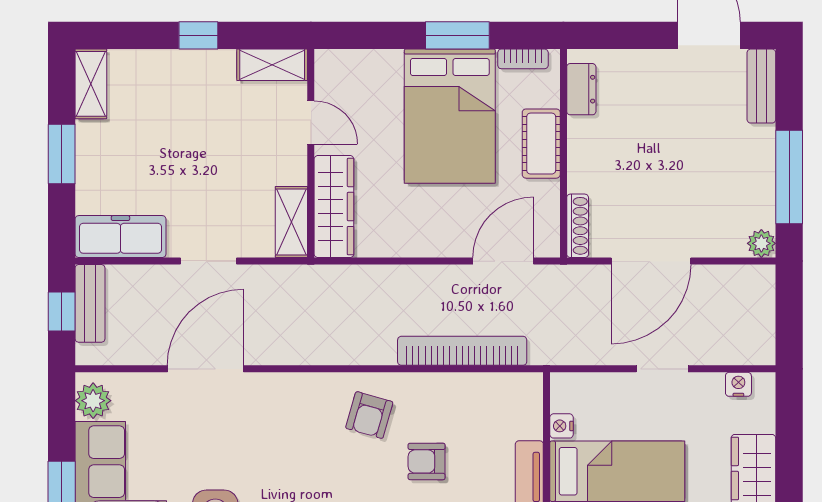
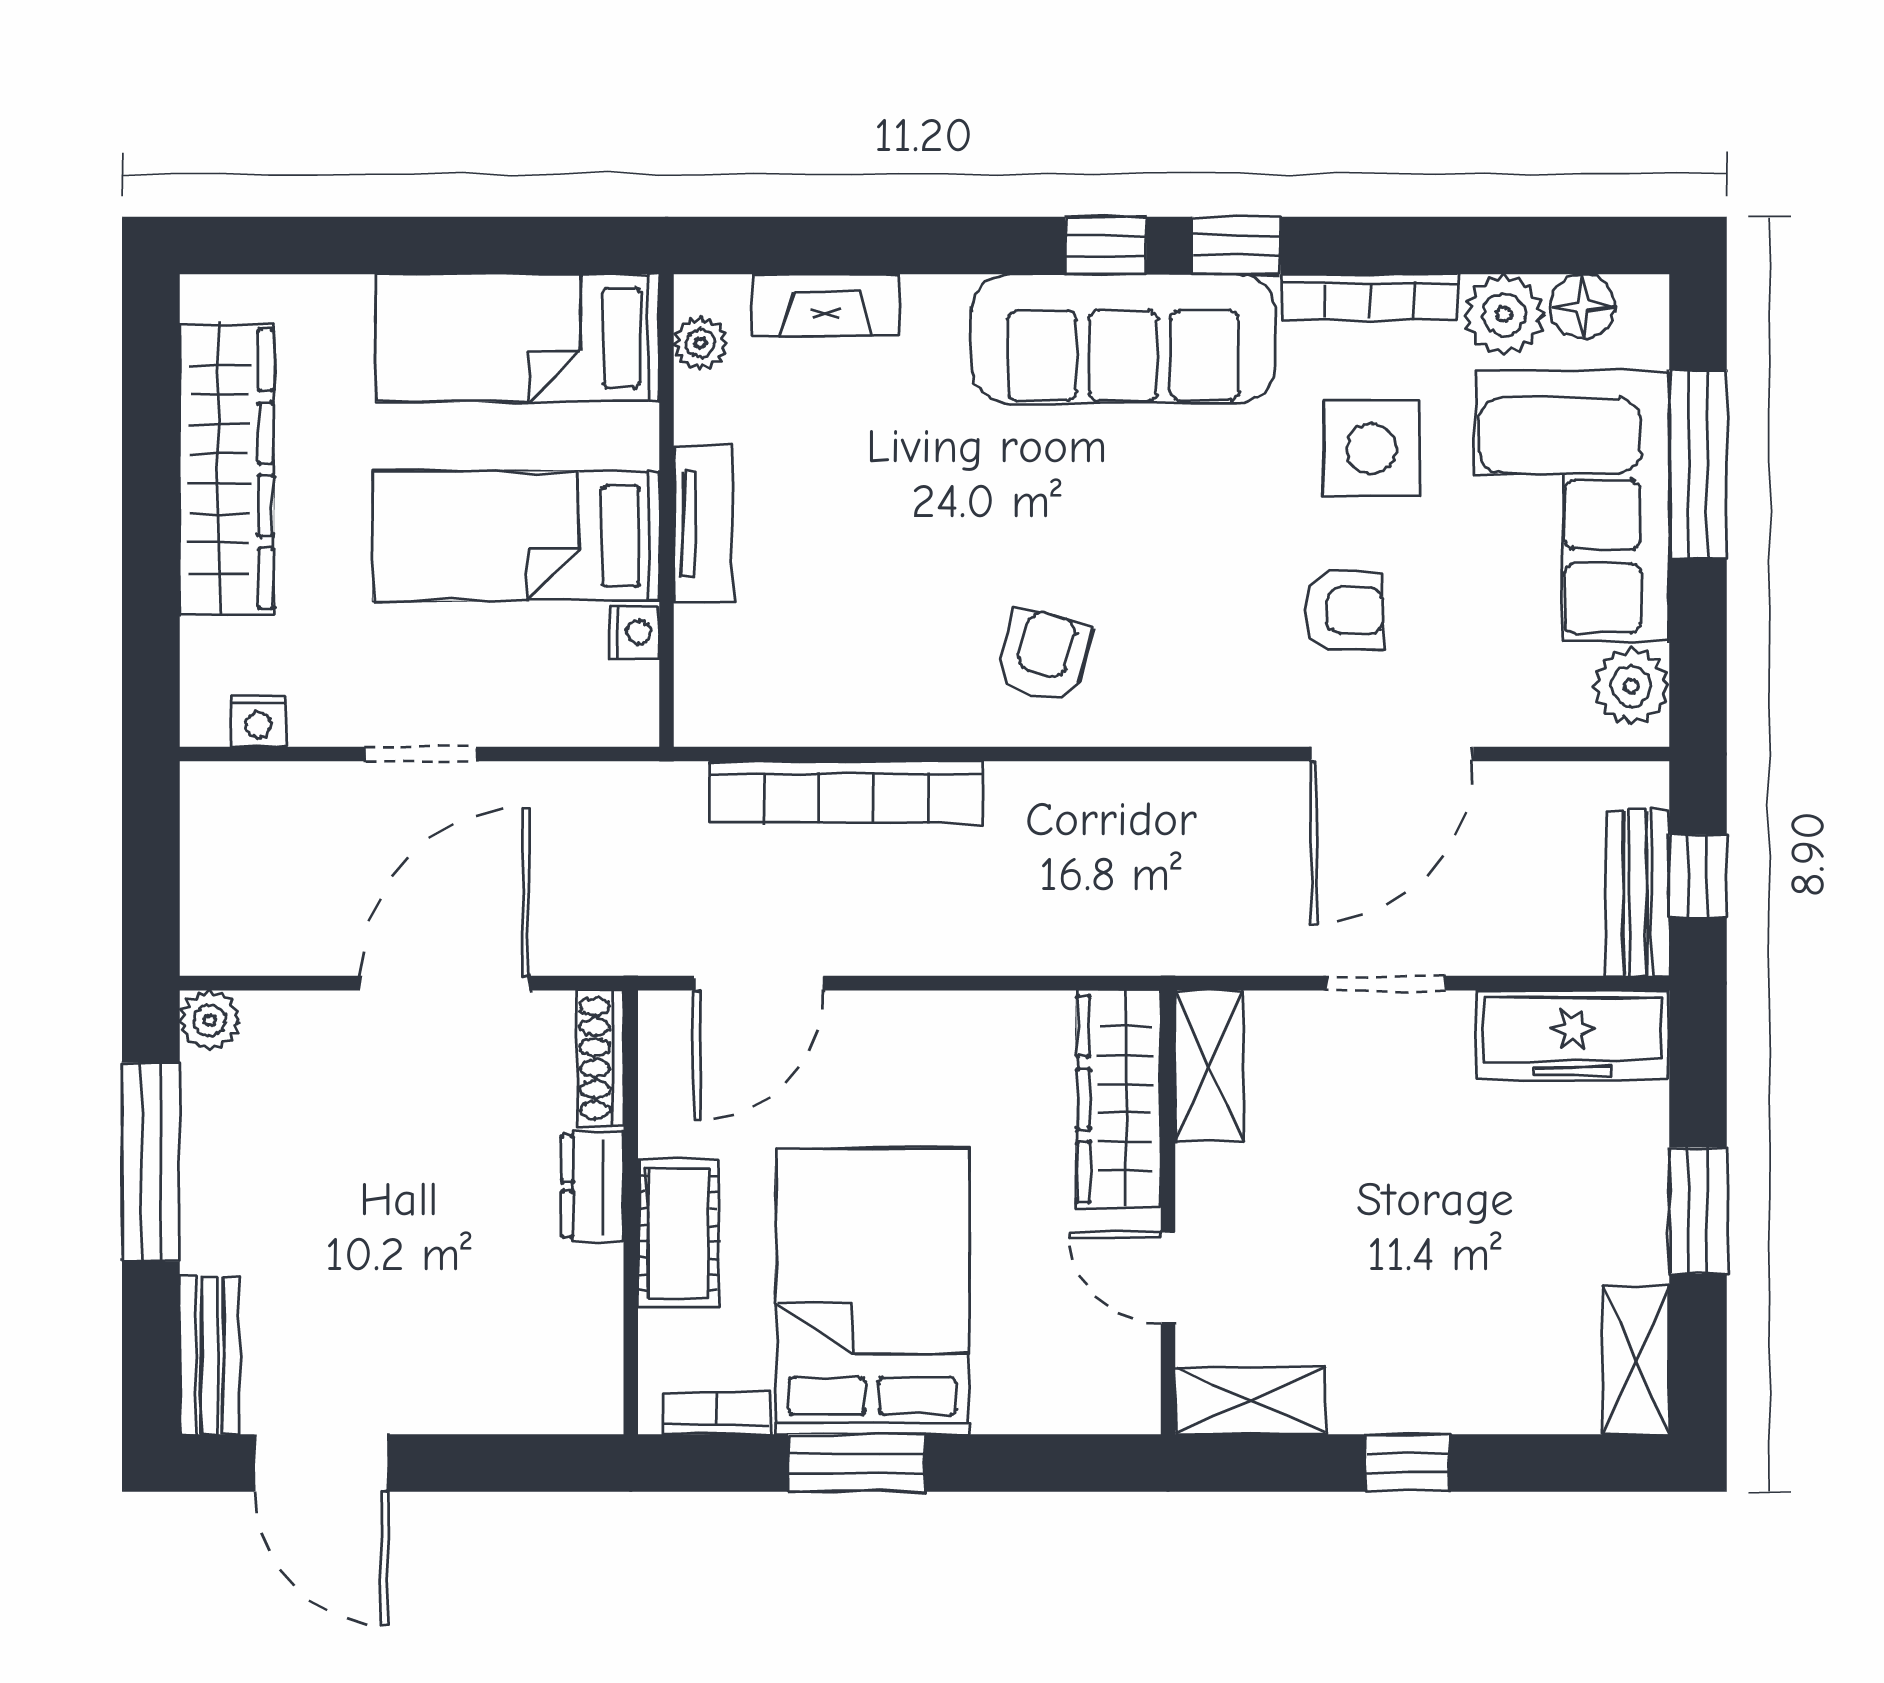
dresser: (581, 89) -> (593, 1186), moved
armchair: (427, 461) -> (1344, 611), moved

